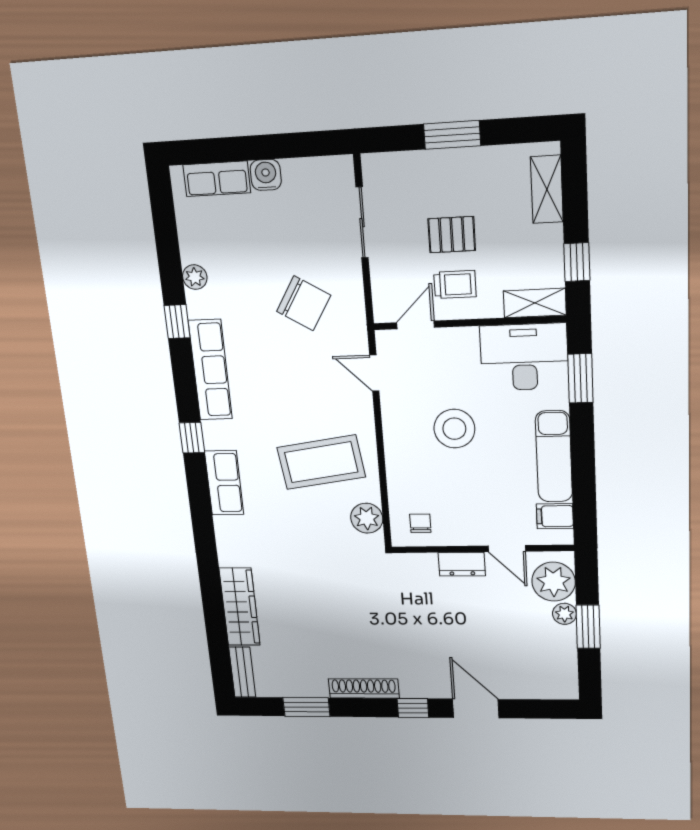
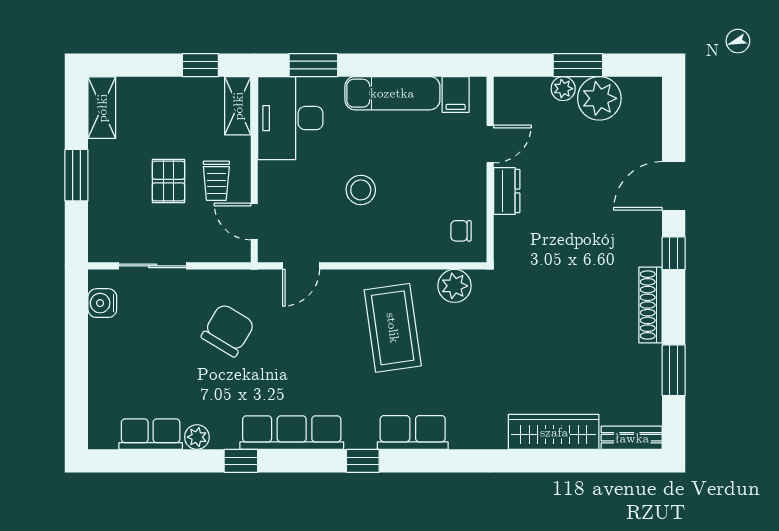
water cooler: (266, 175) -> (102, 303), moved
row of seats: (217, 179) -> (151, 434), moved, turned -90
shelving: (547, 189) -> (102, 108), moved, turned 90
trolley: (455, 285) -> (216, 181), turned 180
stool: (454, 429) -> (361, 190), width x0.73, depth x0.73
plant: (554, 582) -> (599, 98), moved

